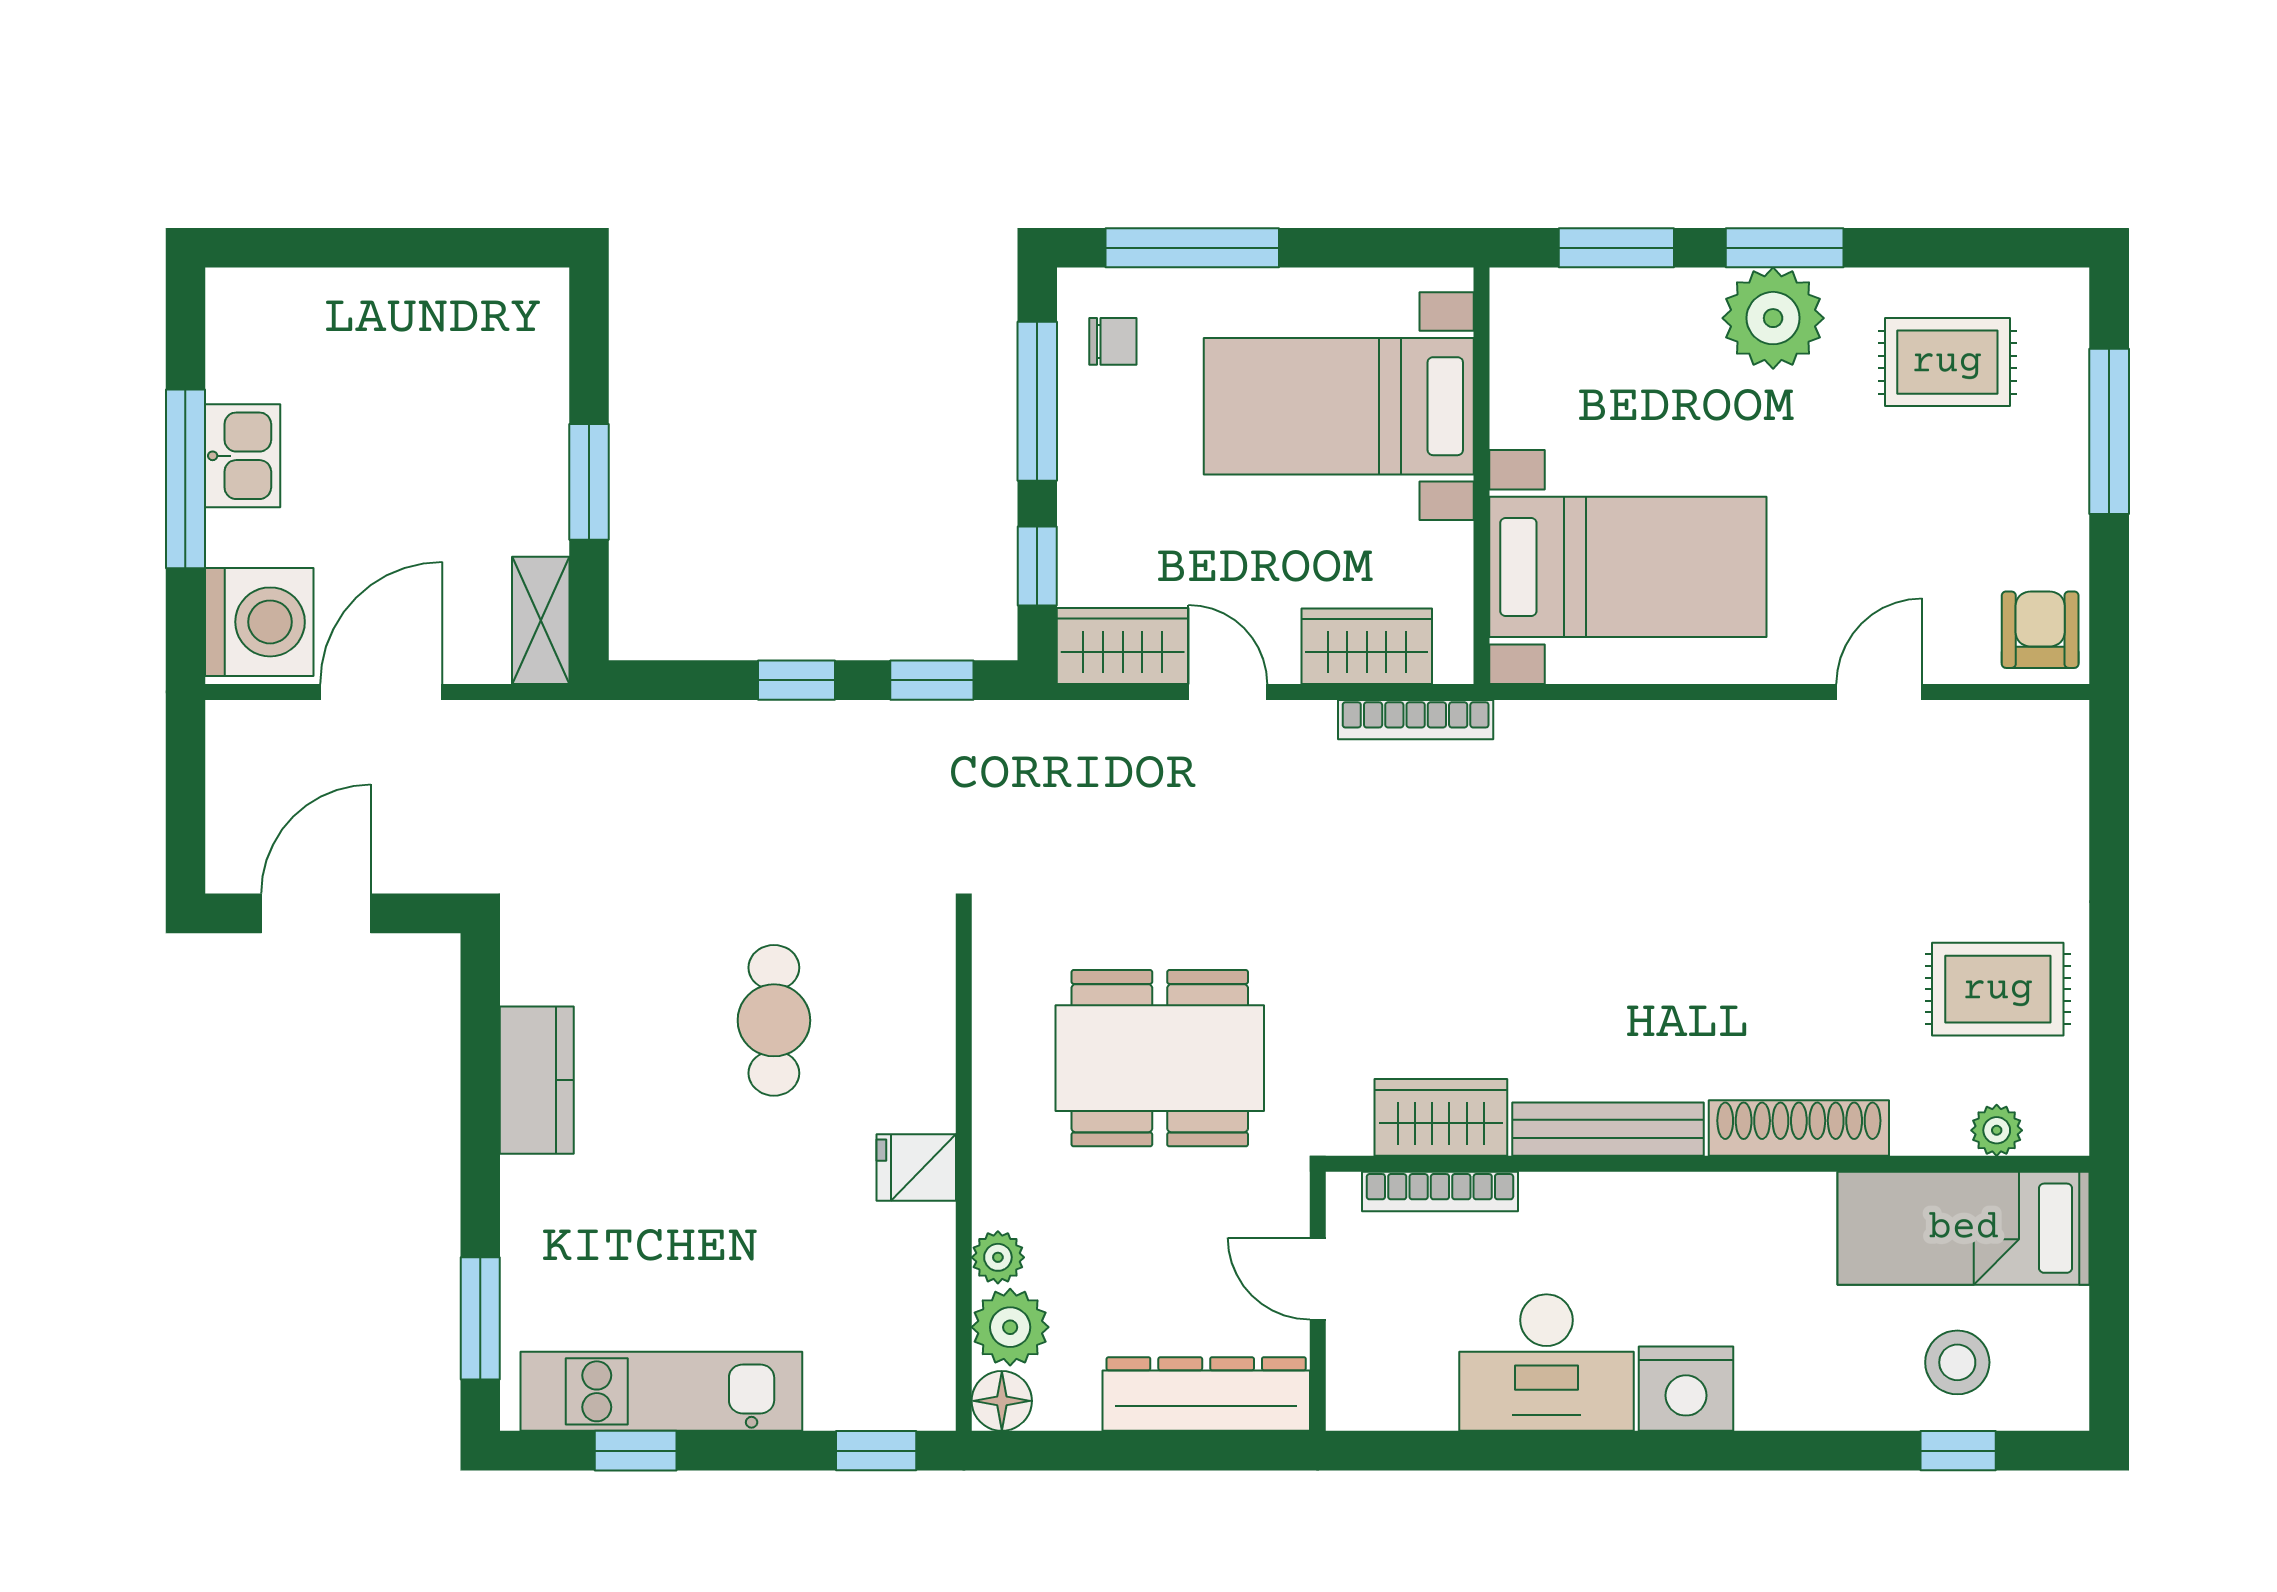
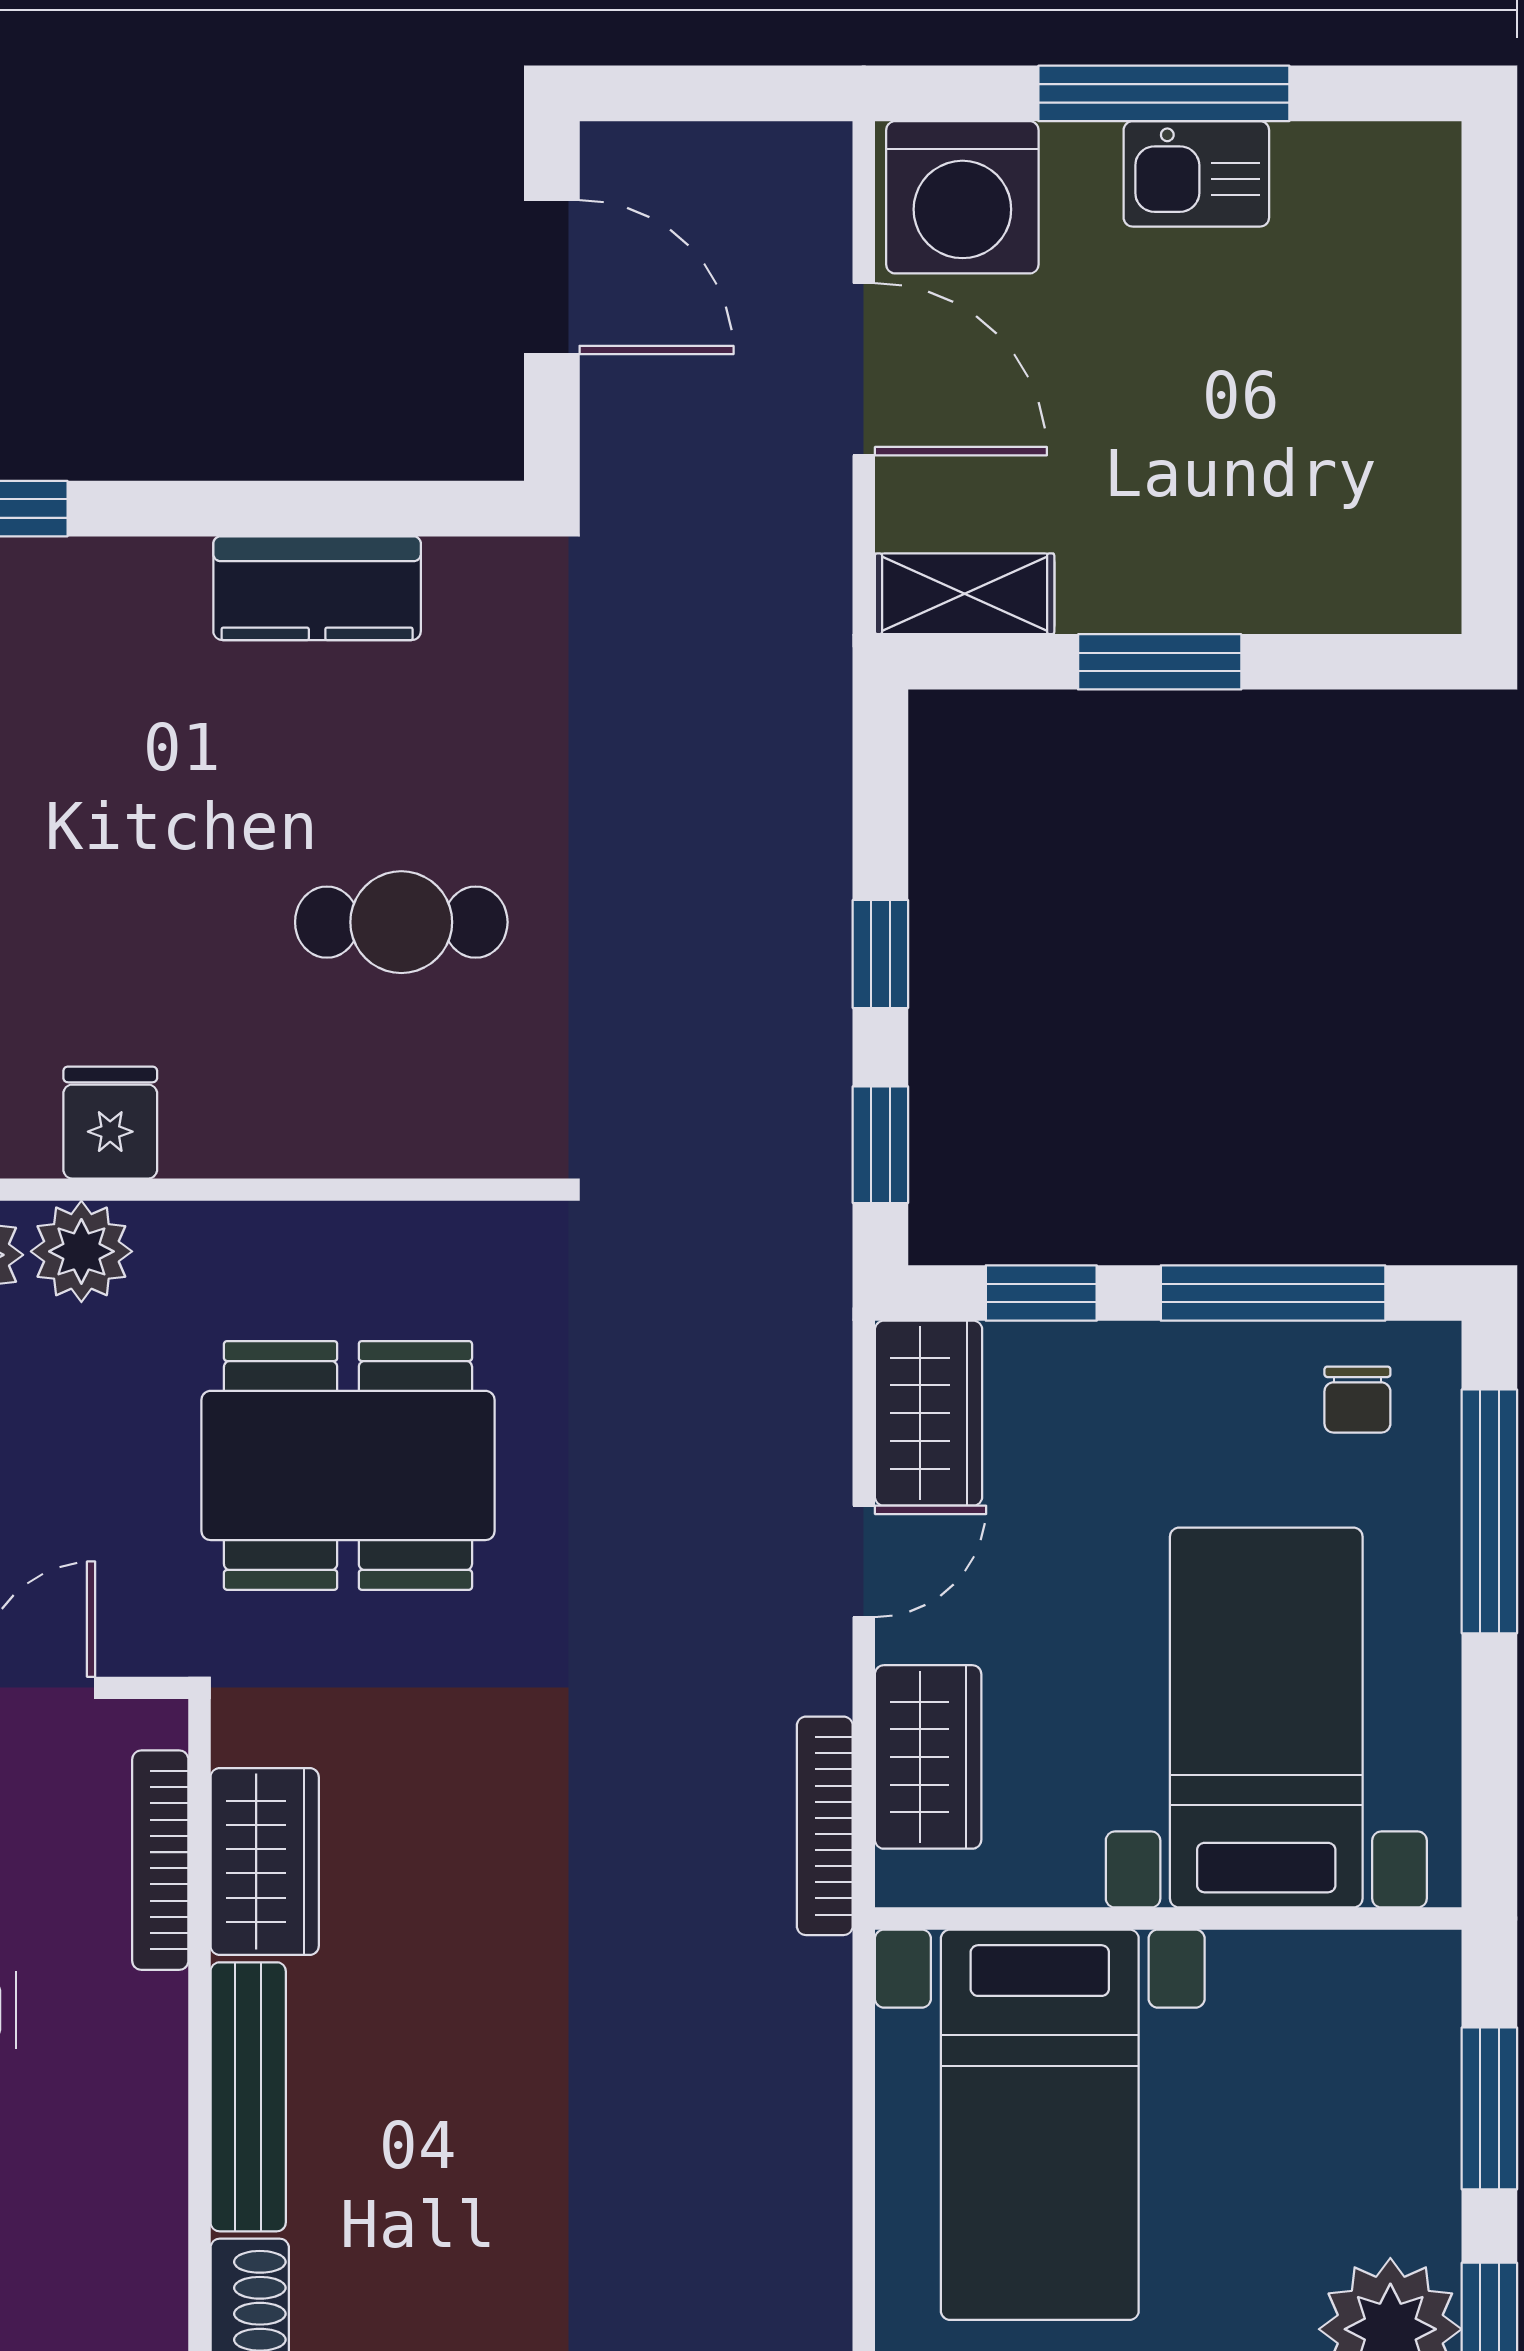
dining table: (1160, 1058) -> (348, 1465), turned 90
fridge: (916, 1167) -> (110, 1123), moved
plant: (998, 1257) -> (81, 1251), width x1.38, depth x1.38

